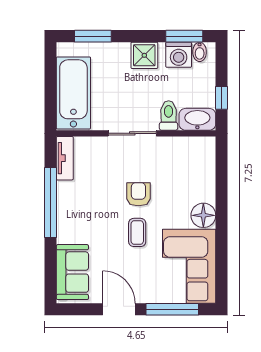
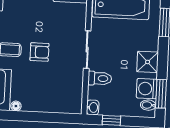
washbasin: (197, 119) -> (93, 107), width x0.52, depth x0.69
floor lamp: (203, 215) -> (16, 106), width x0.53, depth x0.53

